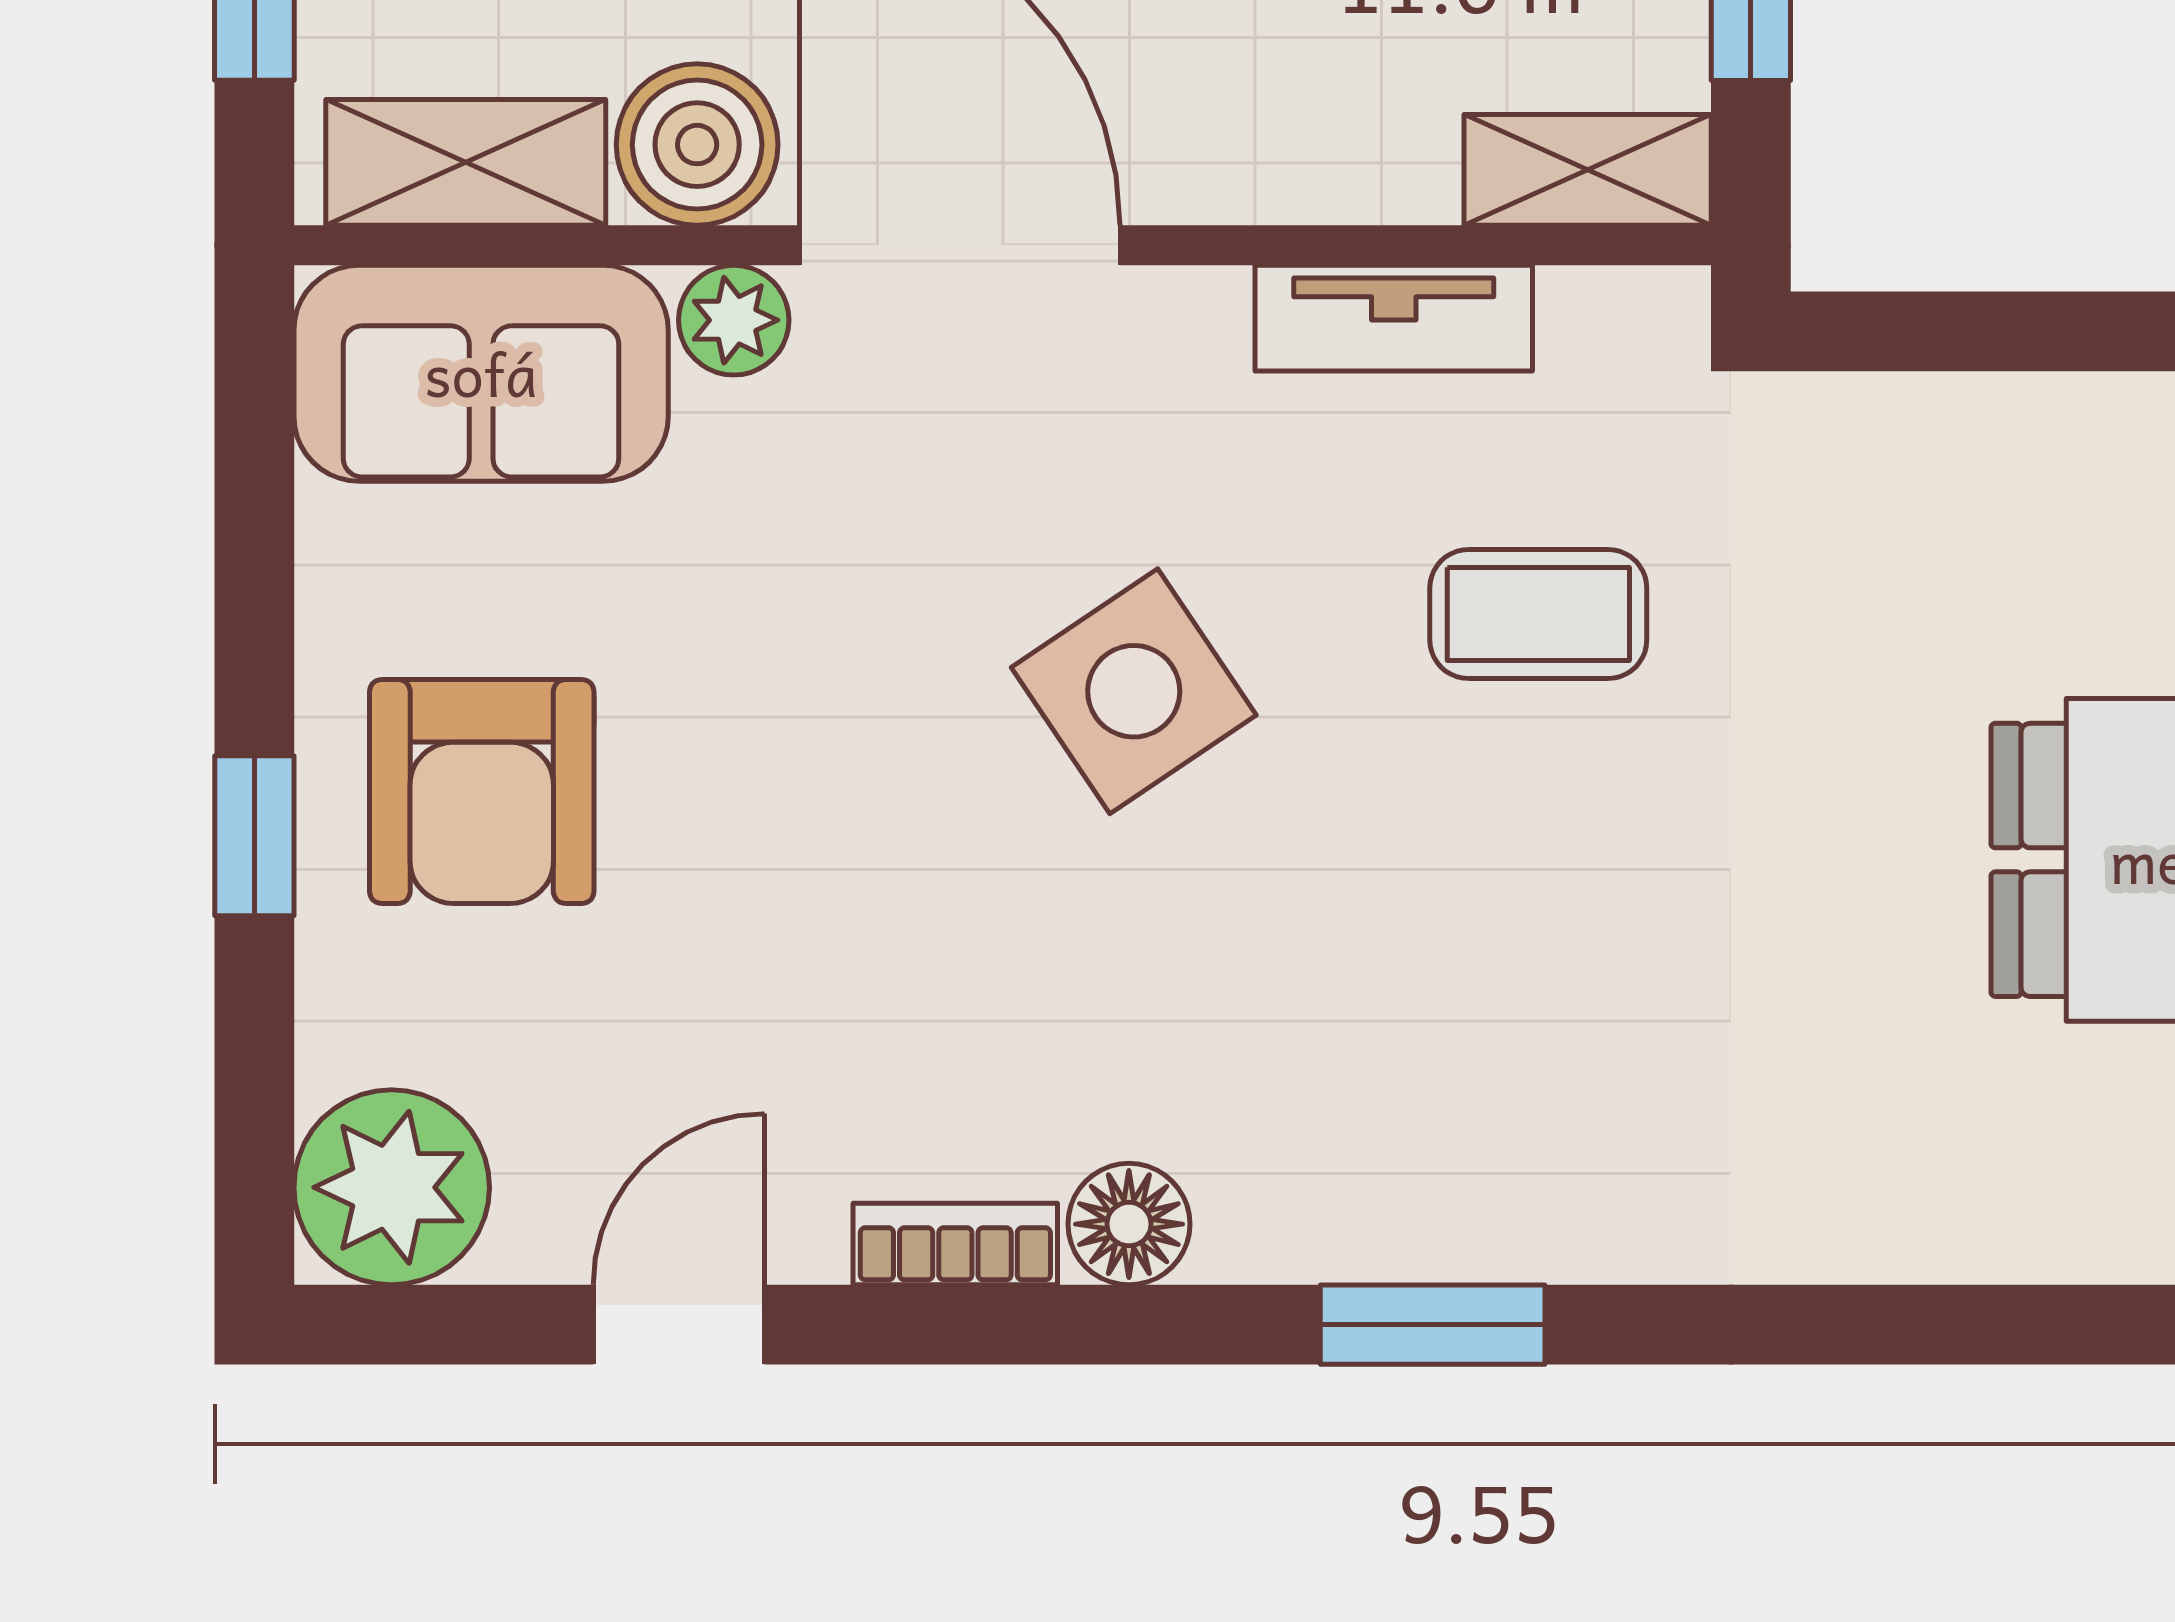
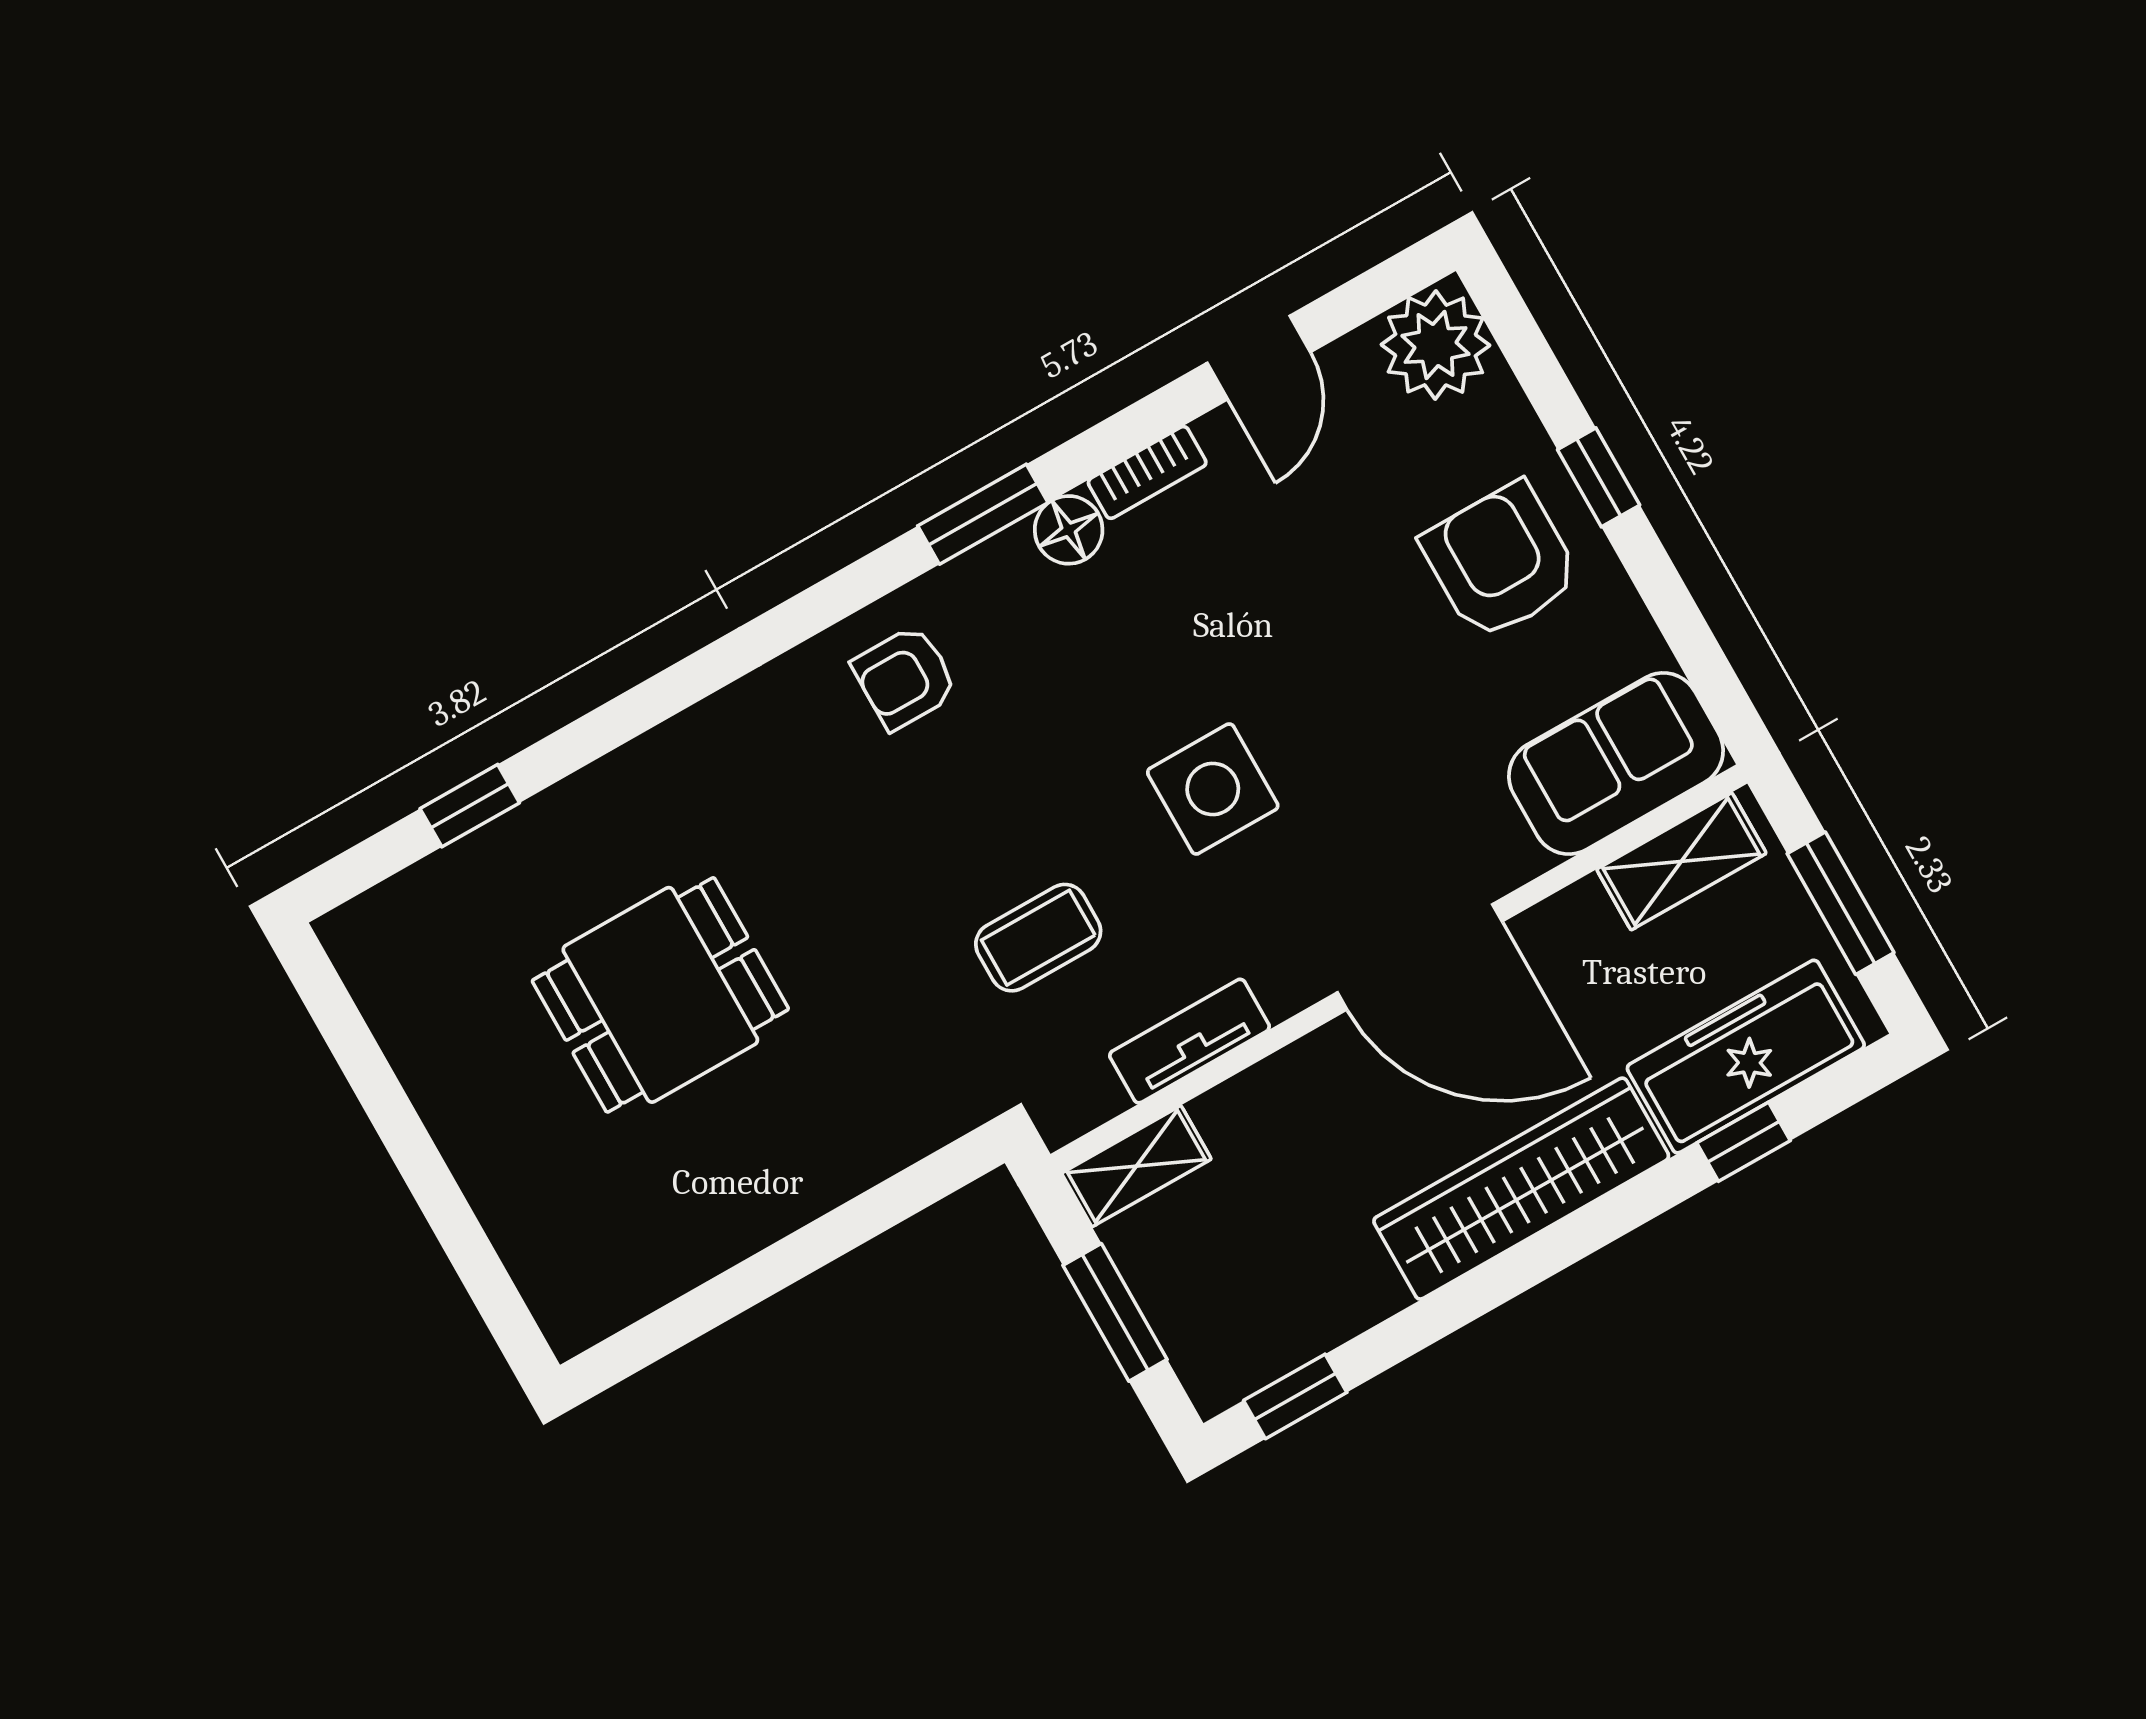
boiler: (697, 145) -> (1574, 934), removed
plant: (734, 320) -> (1508, 859), removed
side table: (1134, 691) -> (1213, 789), turned 34
armchair: (1516, 1139) -> (905, 678), added
window: (1433, 1325) -> (983, 514), moved

